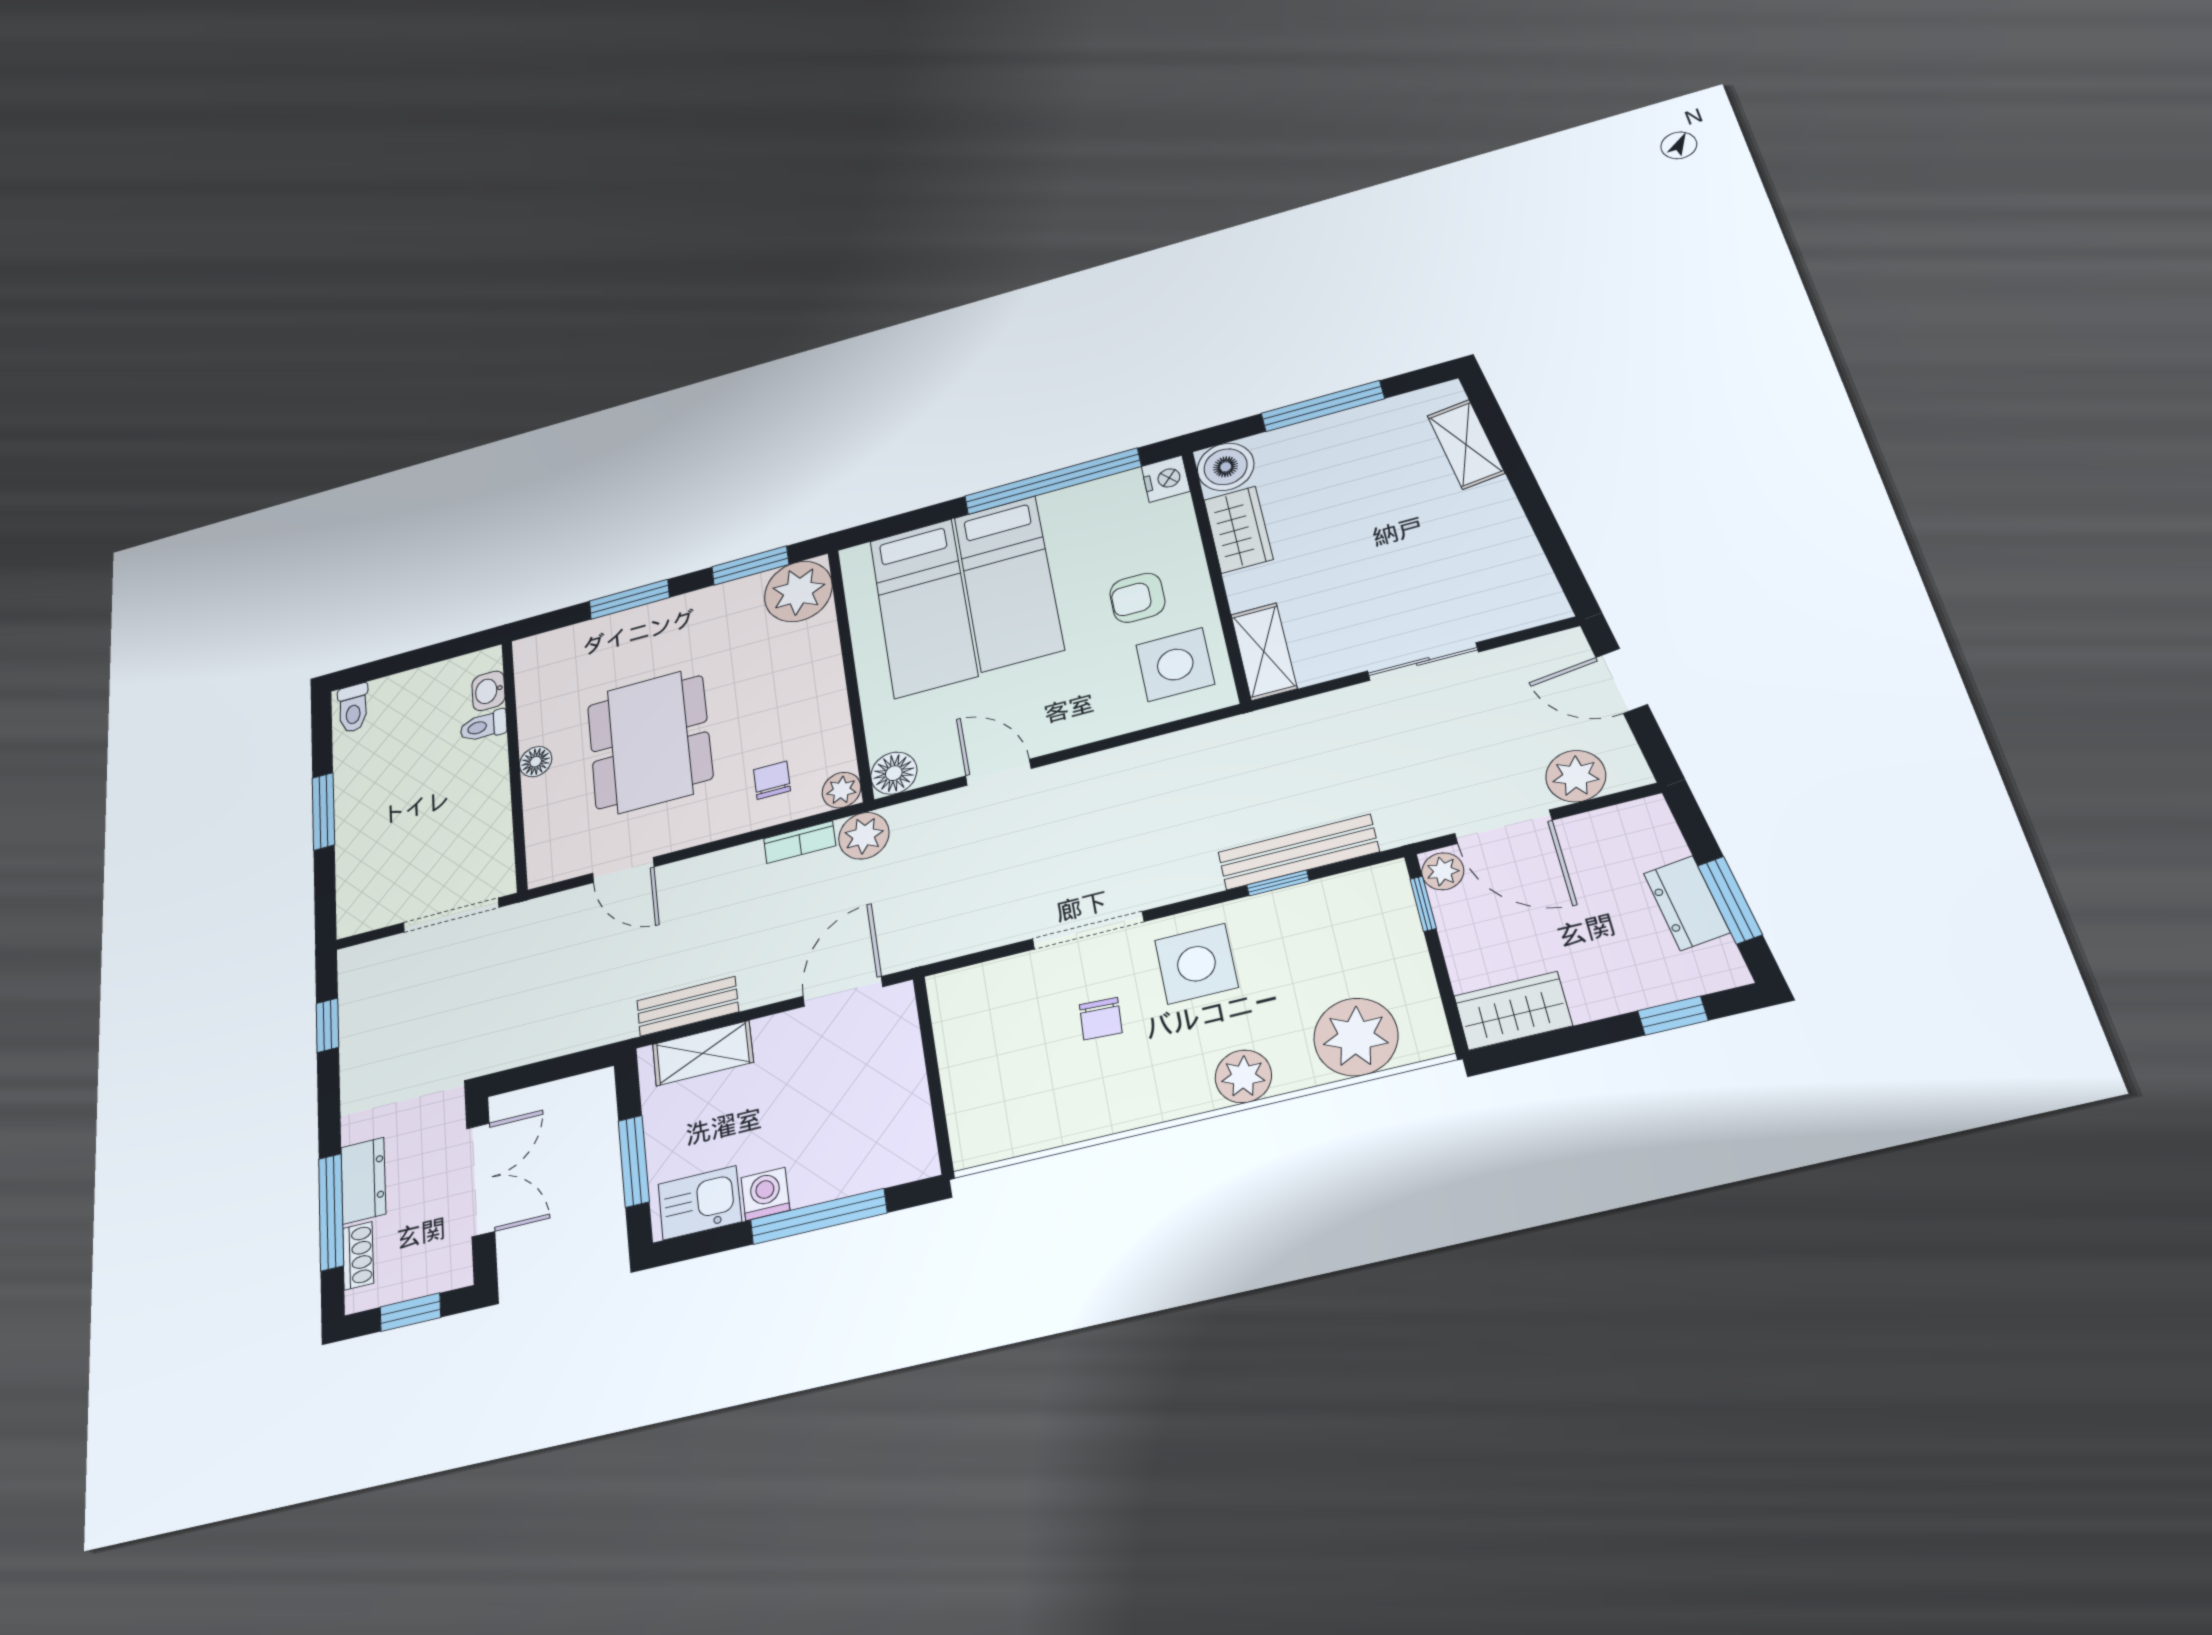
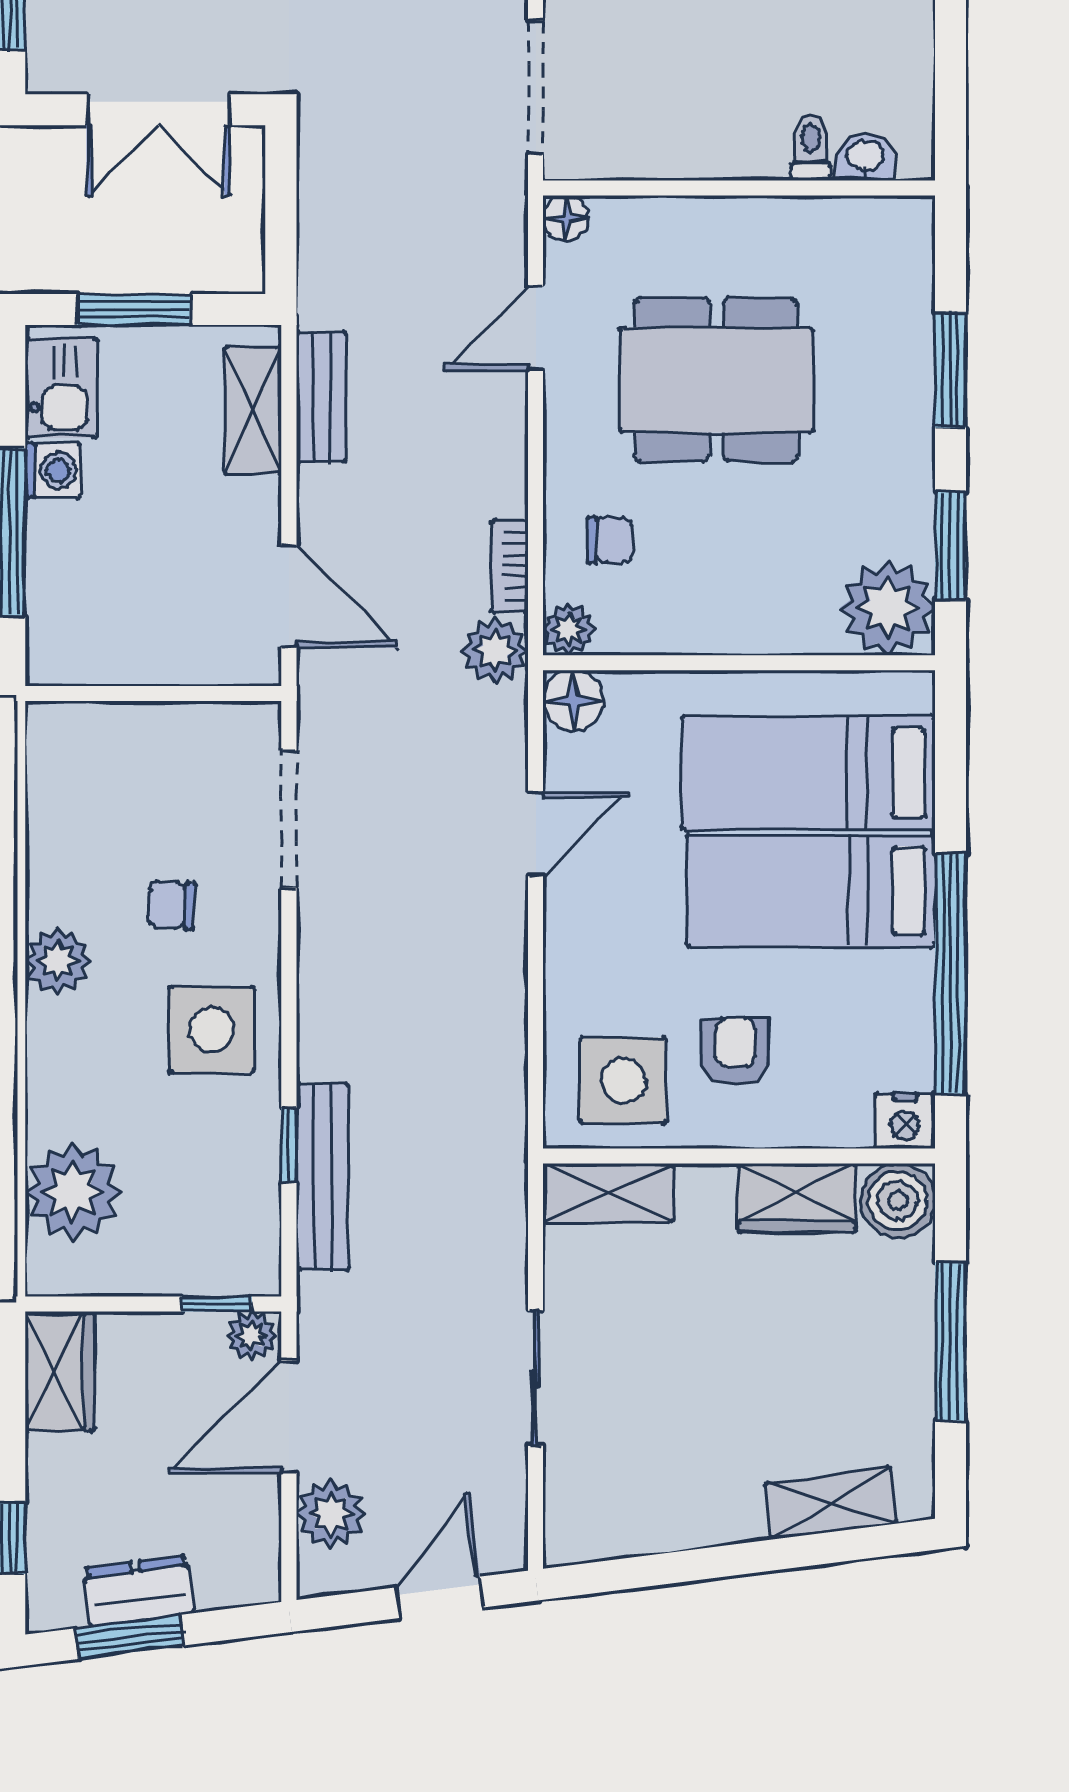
floor lamp: (536, 762) -> (566, 218), moved
doorway: (1088, 930) -> (289, 819), moved
plant: (1243, 1076) -> (58, 961), moved

